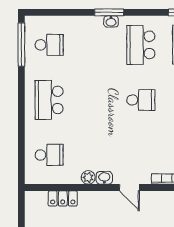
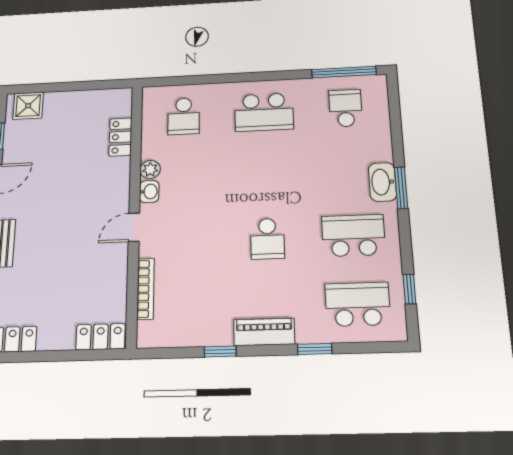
washbasin: (111, 21) -> (382, 182), width x1.91, depth x1.45
school desk: (49, 45) -> (345, 108), turned 180
school desk: (49, 100) -> (264, 112), turned 180

